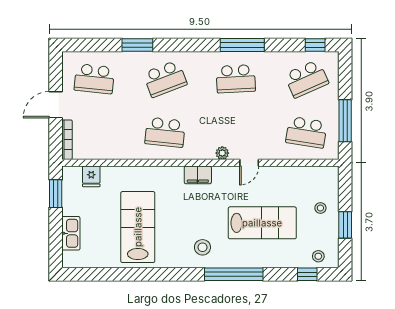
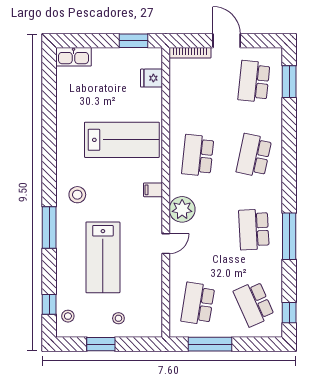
window: (137, 45) -> (289, 82), moved
school desk: (165, 79) -> (254, 155), turned 33
plant: (222, 153) -> (182, 209), width x1.87, depth x1.87
door: (249, 163) -> (166, 244), swing flipped
filing cabinet: (198, 175) -> (153, 190), width x0.50
lab bench: (138, 227) -> (122, 140), moved
kitchen sink: (71, 233) -> (74, 57), moved
window: (234, 274) -> (49, 228), width x0.68

